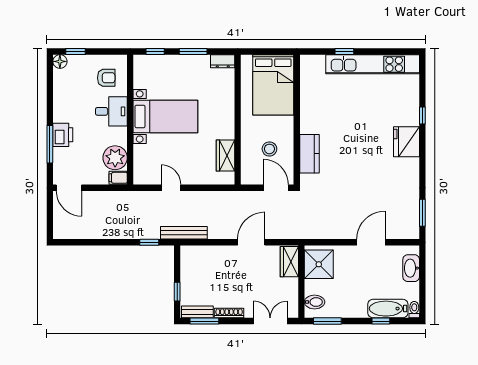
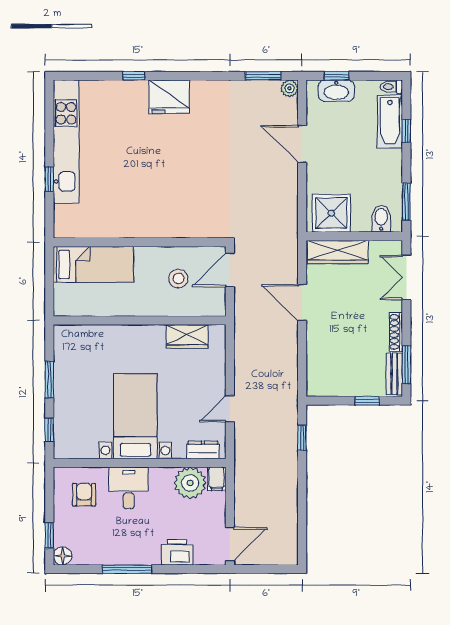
dresser: (223, 61) -> (203, 450), moved, turned -90
bed: (273, 85) -> (93, 264), width x0.67
printer: (63, 135) -> (177, 552), moved
window: (50, 144) -> (127, 569), moved
kitchen counter: (309, 154) -> (185, 225), removed
bench: (184, 233) -> (289, 392), removed
plant: (413, 233) -> (290, 88), added
wardrobe: (289, 262) -> (338, 252), width x1.50
window: (422, 268) -> (337, 76), added

